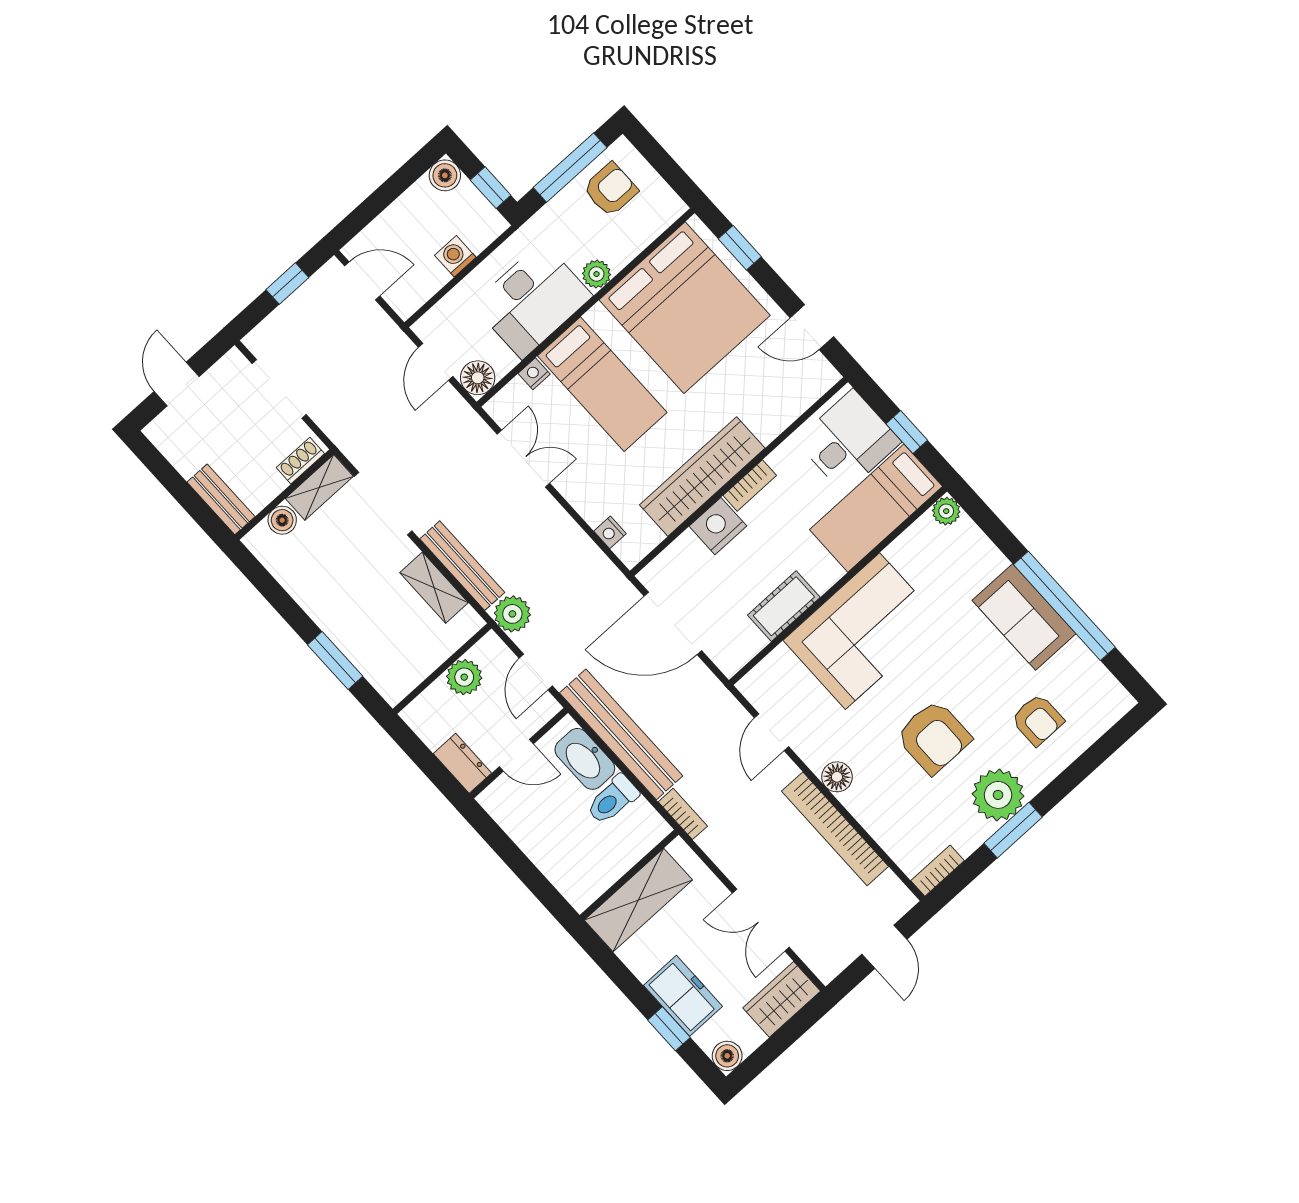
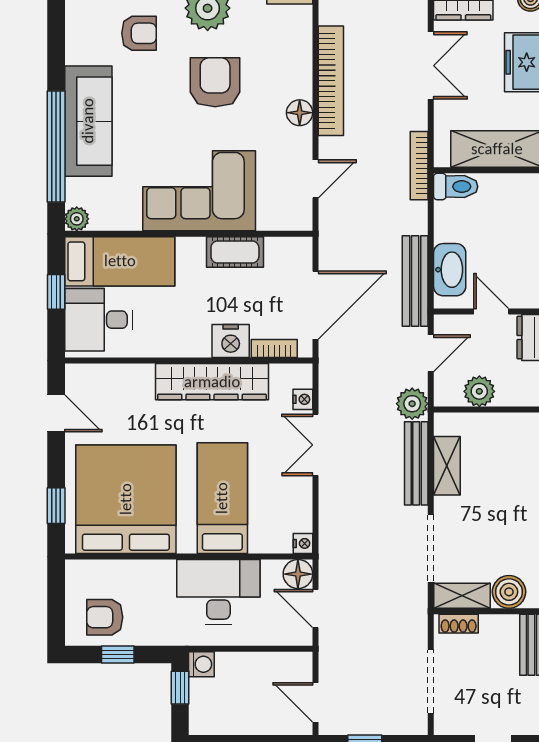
window: (570, 168) -> (118, 654), width x0.46
boiler: (445, 175) -> (202, 722), removed
washing machine: (455, 256) -> (201, 664), moved, turned -90
plant: (596, 274) -> (162, 572), removed
door: (436, 362) -> (315, 608), swing flipped
nightstand: (534, 374) -> (303, 543), moved, turned -90
double door: (523, 459) -> (315, 445), moved
bookcase: (750, 485) -> (274, 348), moved
boiler: (282, 520) -> (509, 592), width x1.36, depth x1.36
window: (1064, 606) -> (56, 147), moved
sofa: (1024, 617) -> (88, 121), width x1.36
door: (673, 623) -> (315, 305), hinge flipped
armchair: (1038, 720) -> (139, 33), turned 90
bench: (621, 734) -> (415, 281), width x0.73, depth x0.82
toilet: (612, 800) -> (456, 187), moved
bookcase: (683, 814) -> (419, 166), width x1.56

